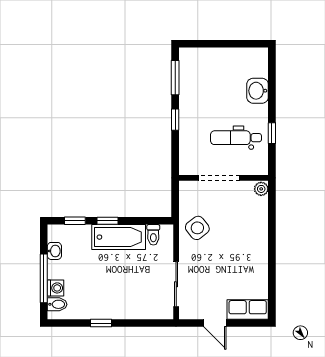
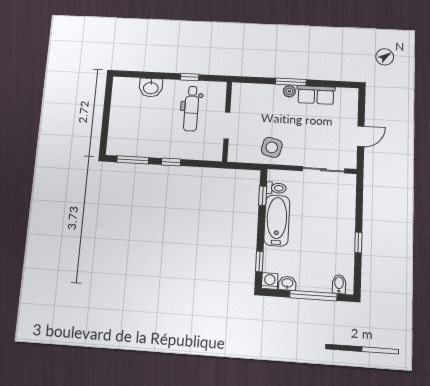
doorway: (219, 178) -> (227, 126), width x0.73
plant: (261, 189) -> (289, 91), moved
window: (108, 221) -> (263, 196), moved
side table: (197, 228) -> (272, 147), turned -38
window: (272, 245) -> (291, 82), added
washing machine: (56, 288) -> (270, 281), moved
row of seats: (248, 310) -> (316, 95), moved, turned -90

